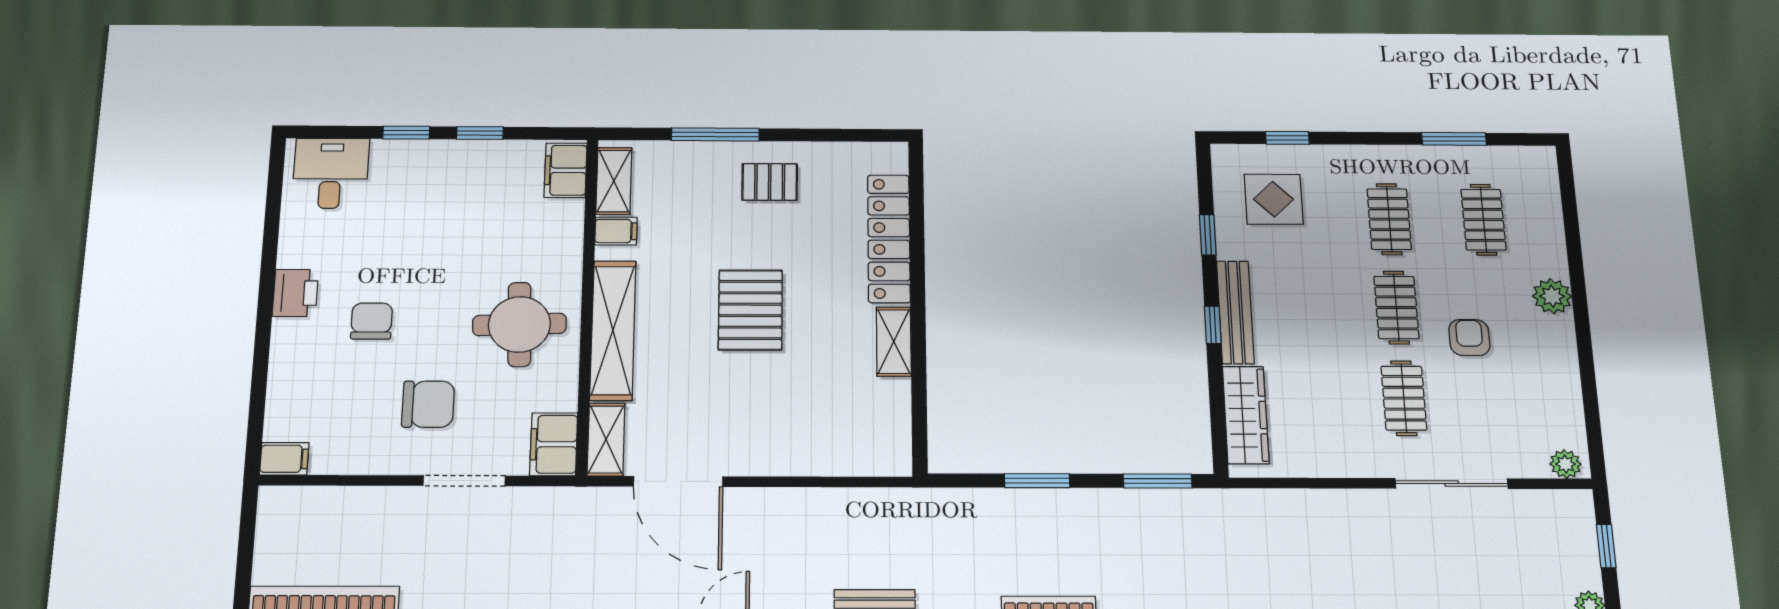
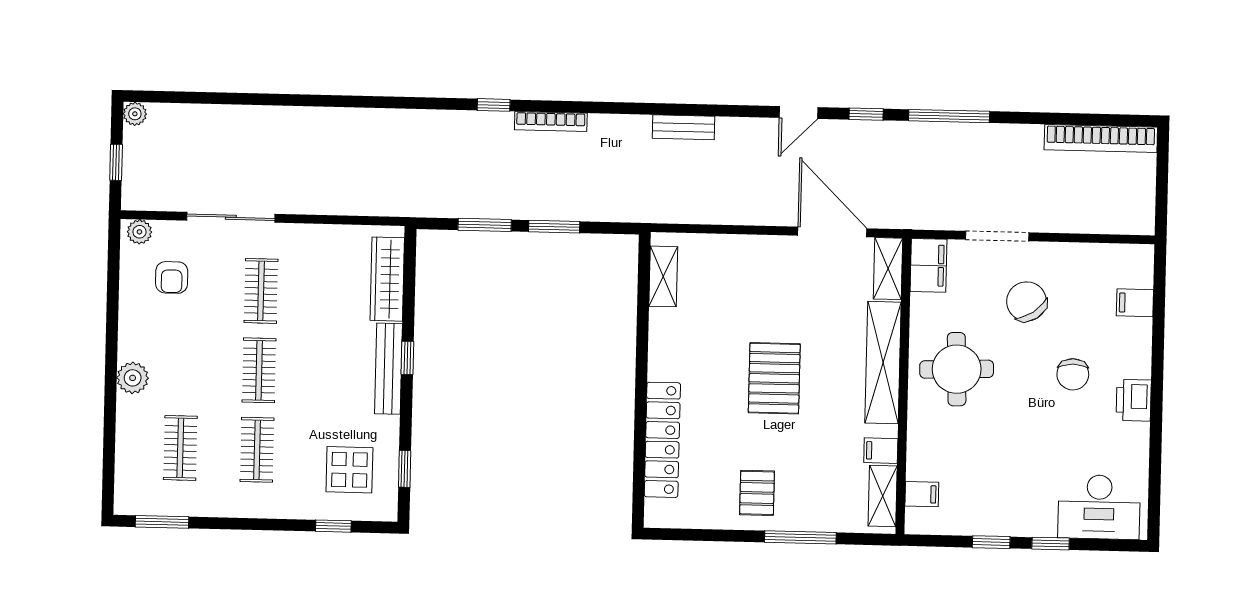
window: (1454, 139) -> (162, 522), moved
filing cabinet: (566, 170) -> (922, 494), width x0.50
desk: (331, 173) -> (1099, 507), width x1.37
pallet: (770, 182) -> (757, 493), turned 90
window: (1208, 235) -> (405, 469), moved
armchair: (1469, 338) -> (172, 277), moved
shelving: (894, 342) -> (663, 276), moved
chair: (428, 404) -> (1027, 301), turned 56
filing cabinet: (284, 459) -> (1135, 303), moved
window: (1158, 481) -> (485, 225), moved

